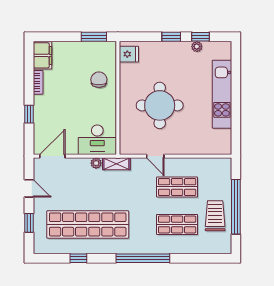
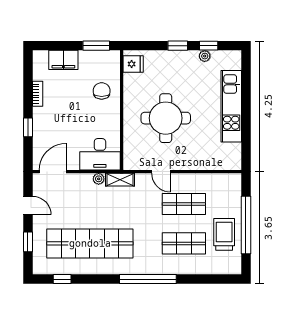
filing cabinet: (42, 55) -> (63, 60), moved, turned 90
window: (78, 258) -> (62, 279), moved

